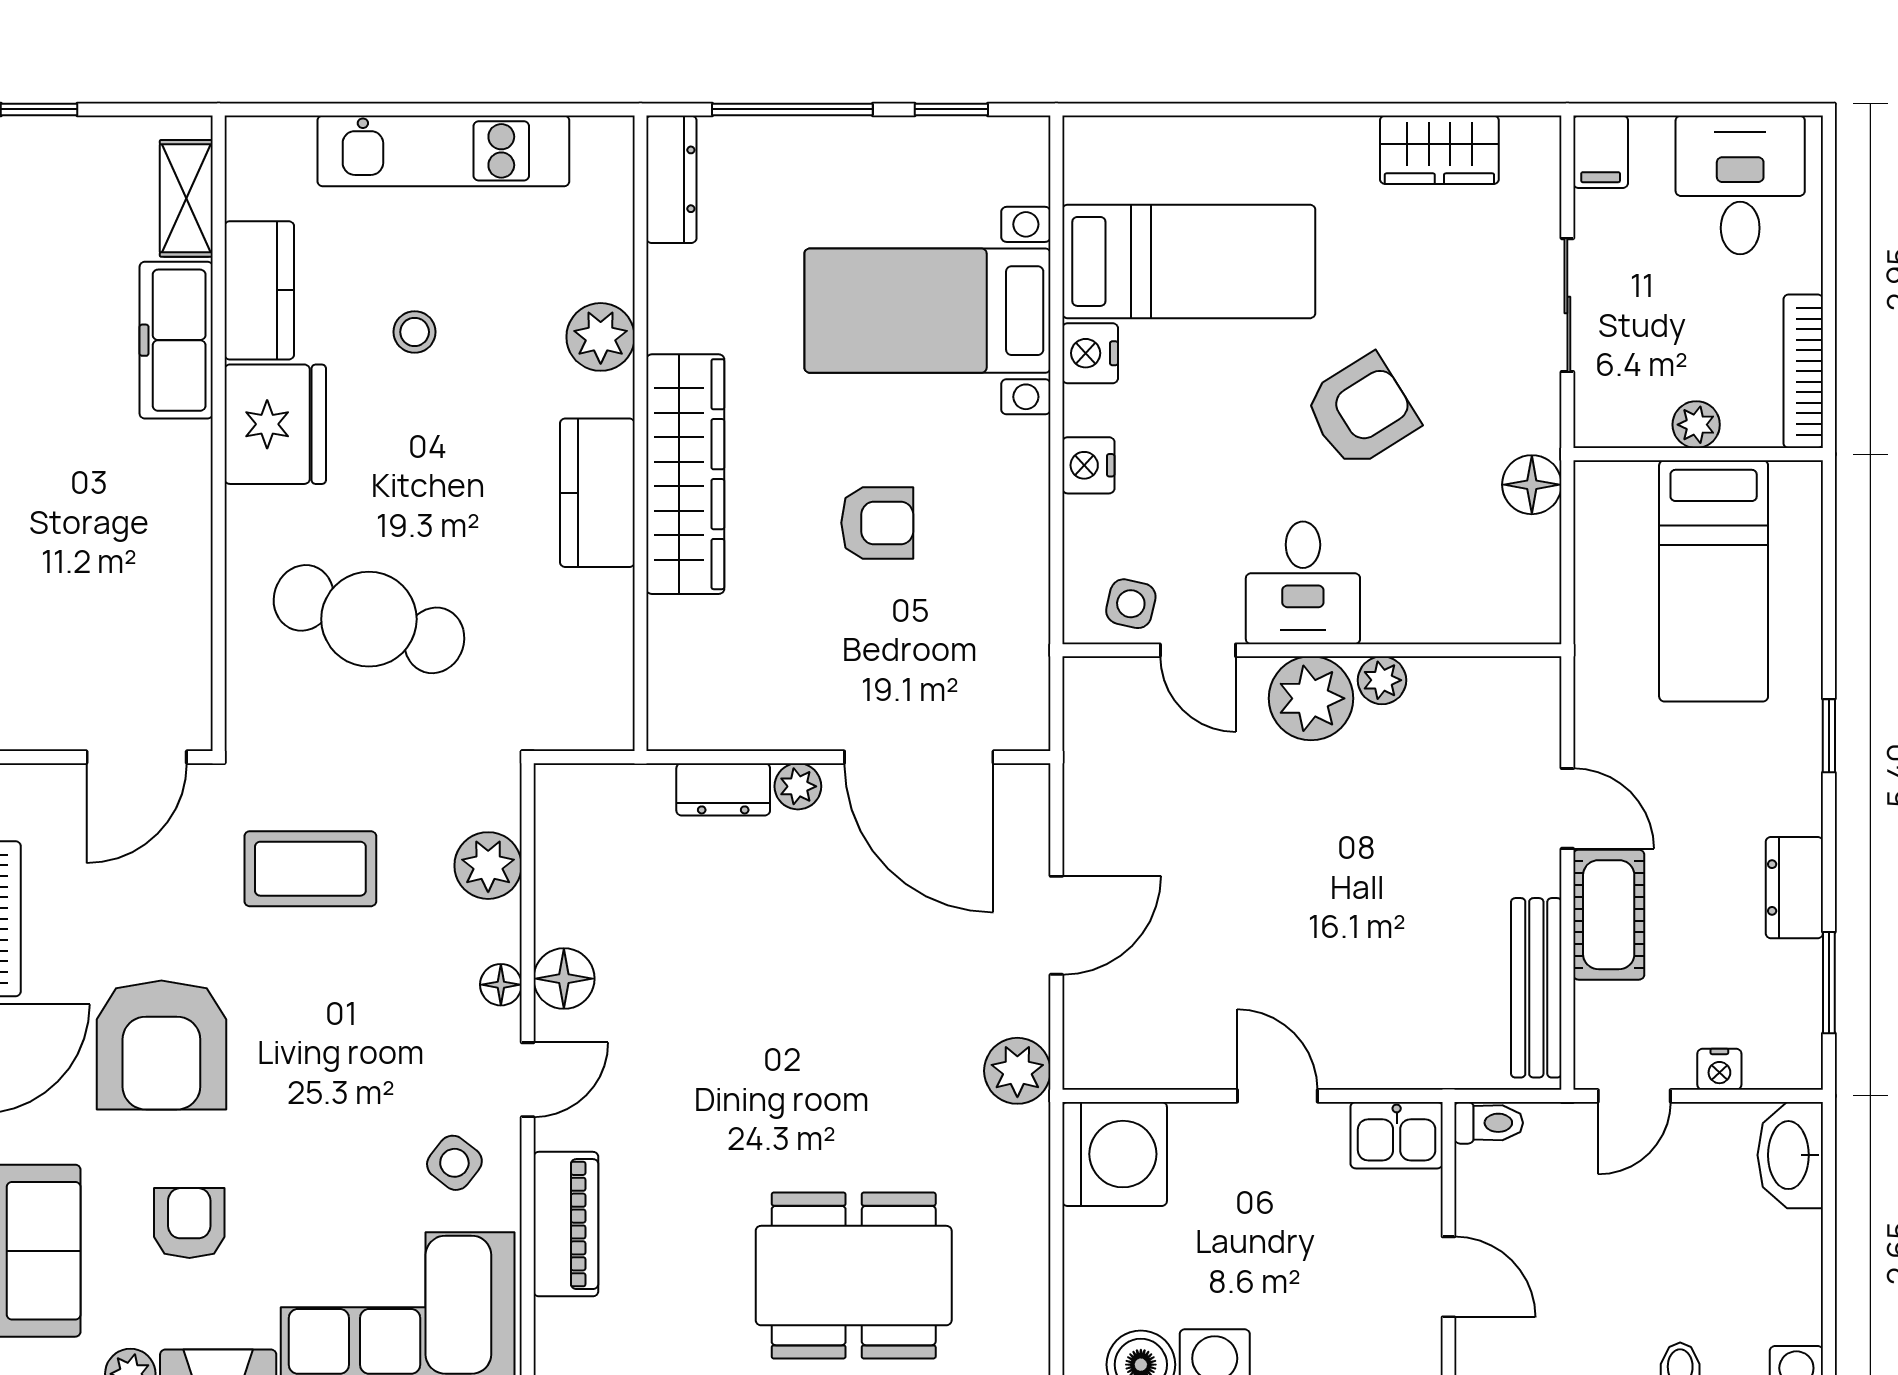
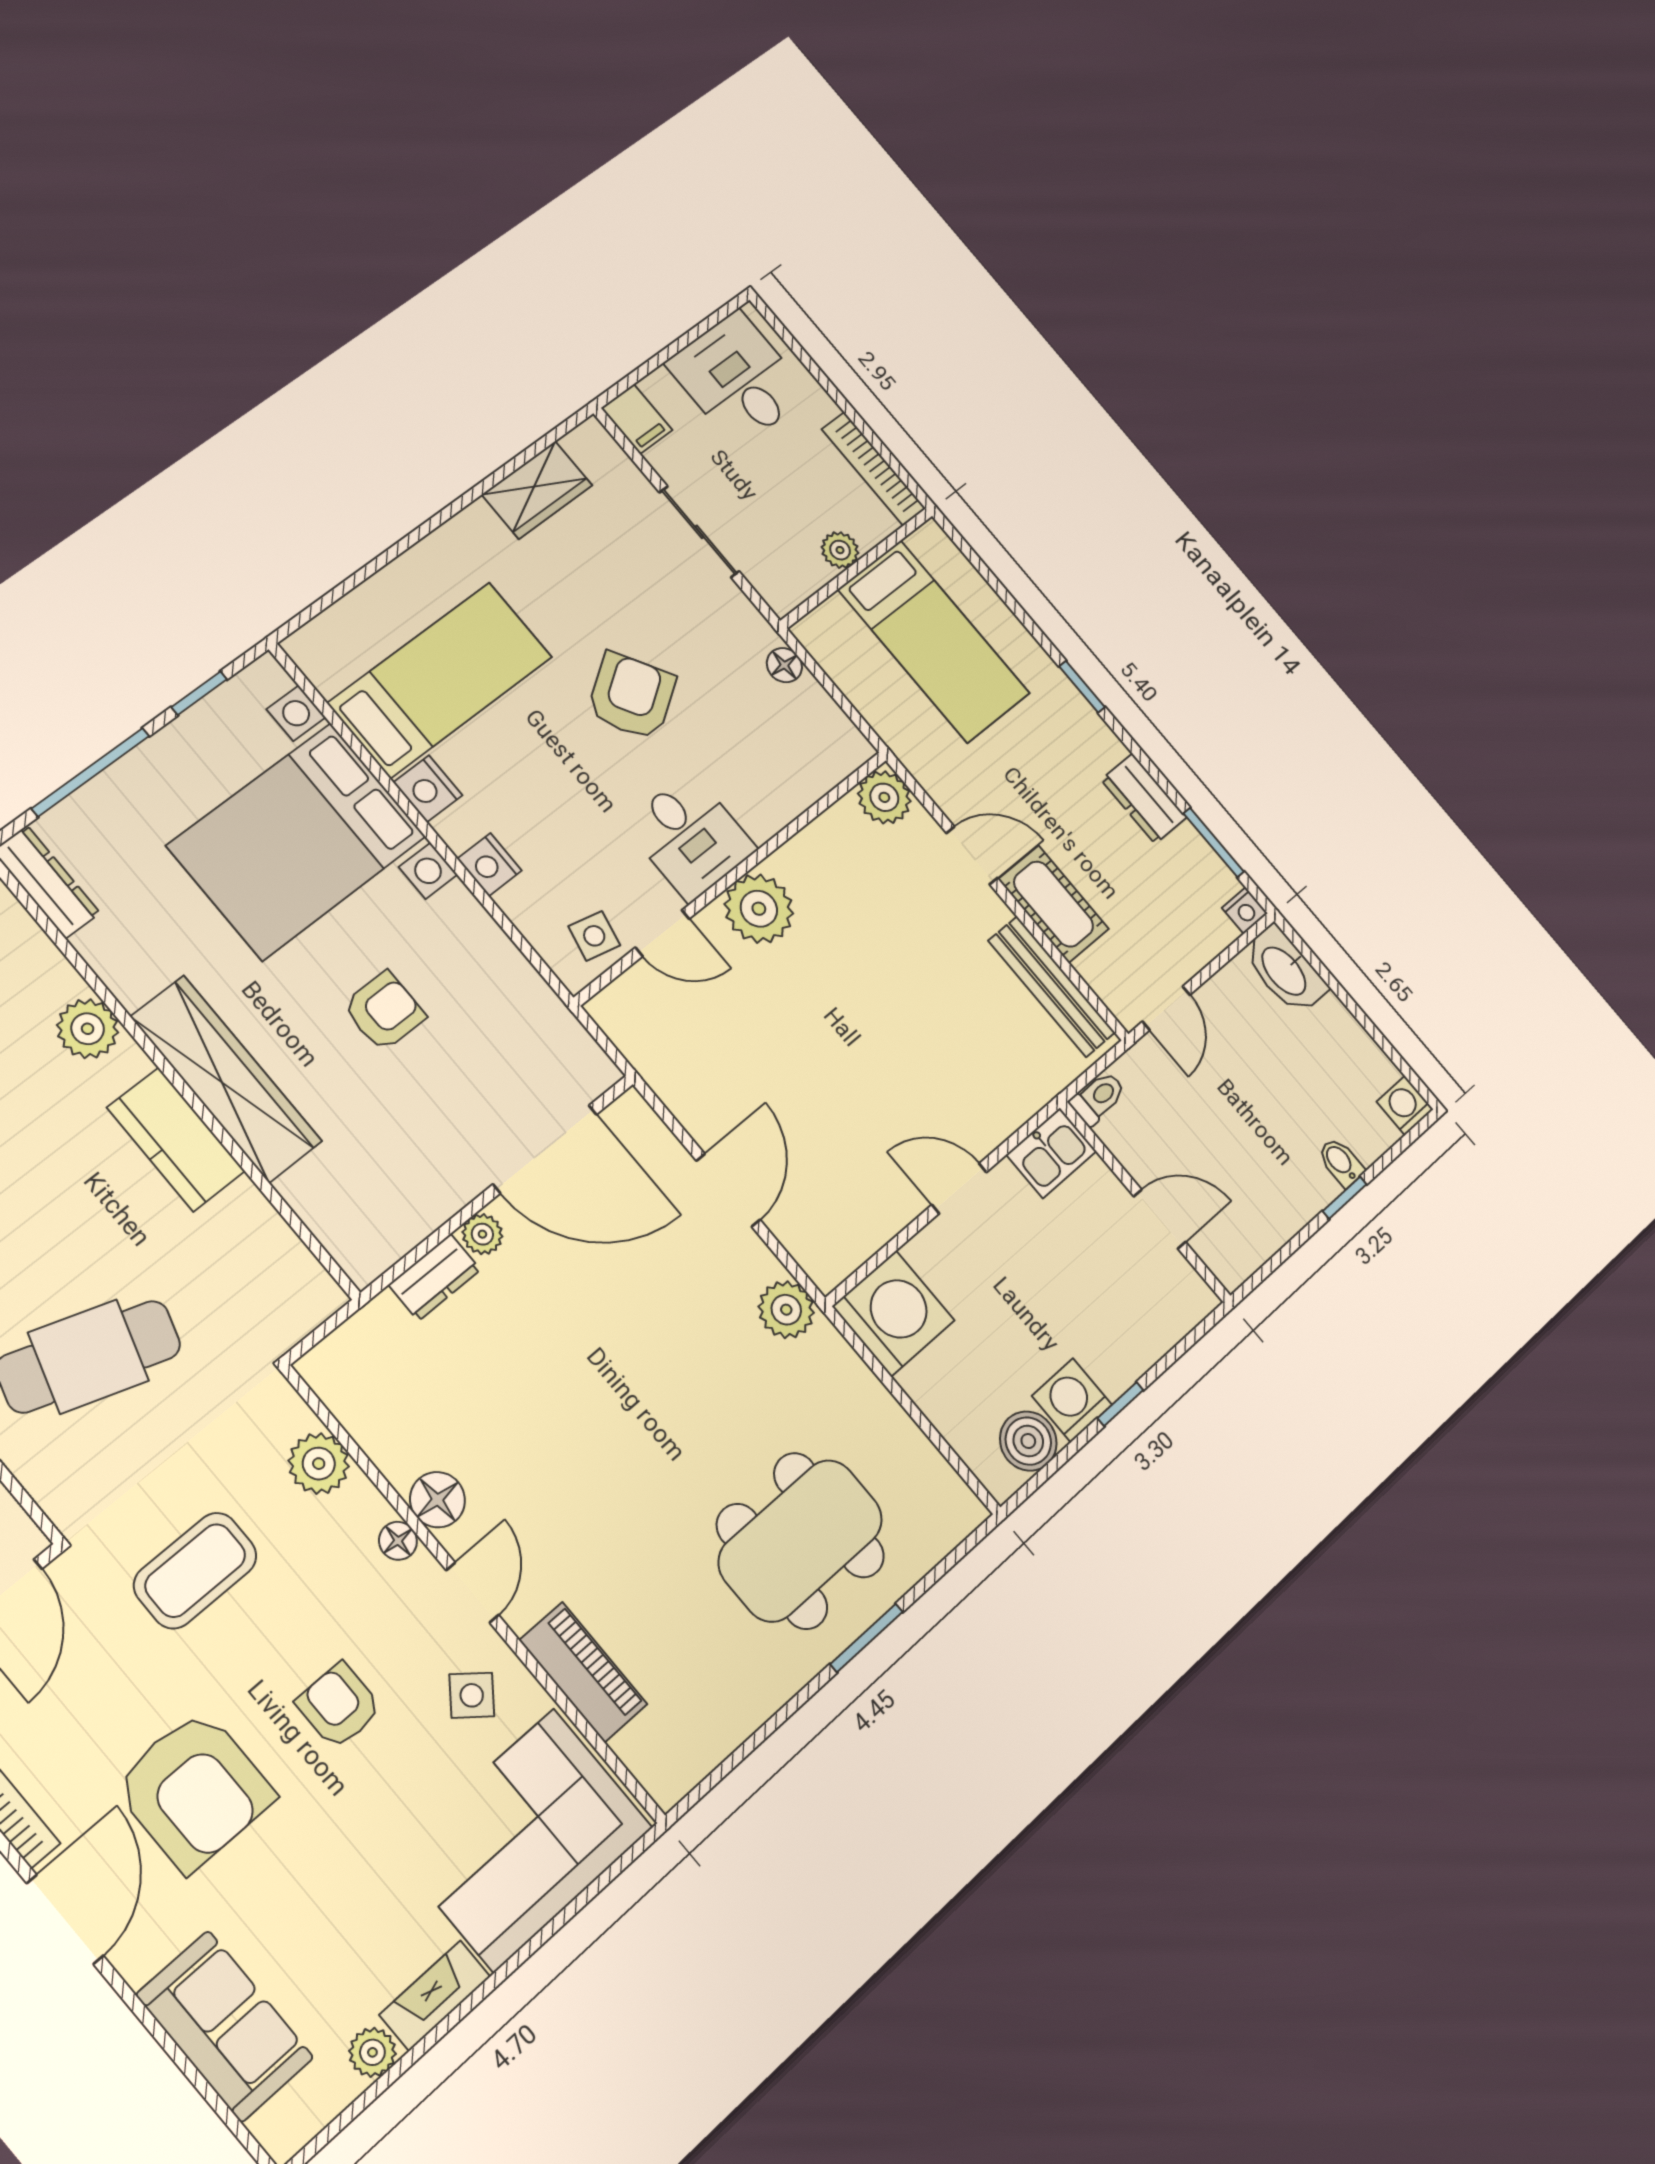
bed with nightstands: (928, 311) -> (297, 841), width x1.36
floor lamp: (1532, 485) -> (784, 665), width x0.73, depth x0.73
plant: (1382, 680) -> (884, 797), moved, width x1.38, depth x1.38
nightstand: (1719, 1069) -> (1245, 911), moved
armchair: (189, 1223) -> (339, 1706), moved

